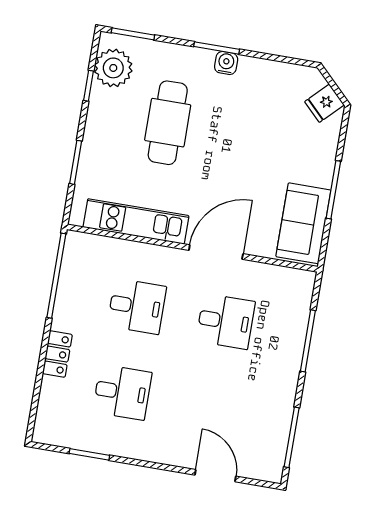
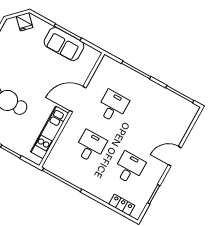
sofa: (303, 223) -> (64, 44), moved
door: (216, 252) -> (78, 99), hinge flipped
locker: (57, 354) -> (122, 205), moved
door: (215, 476) -> (175, 156), moved

